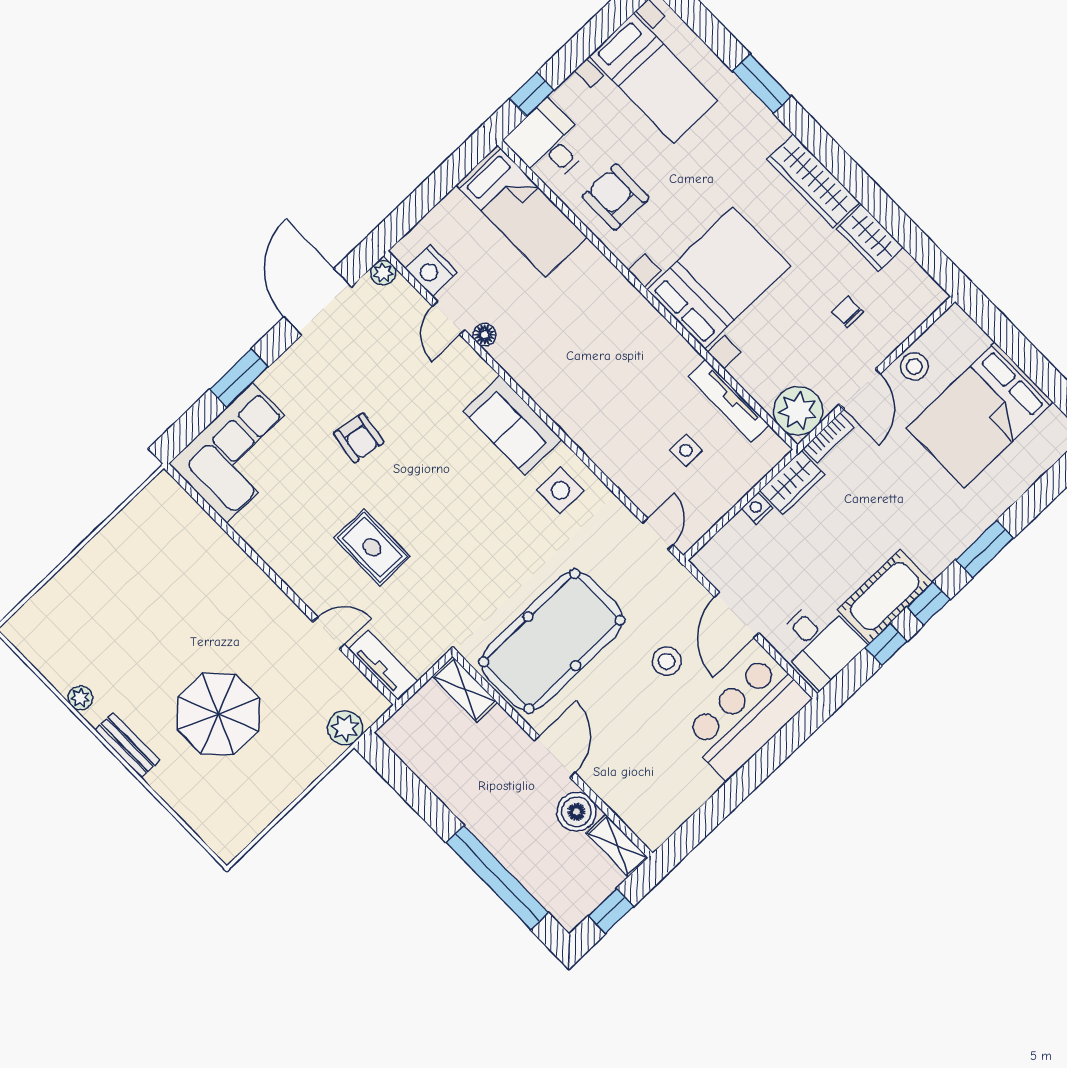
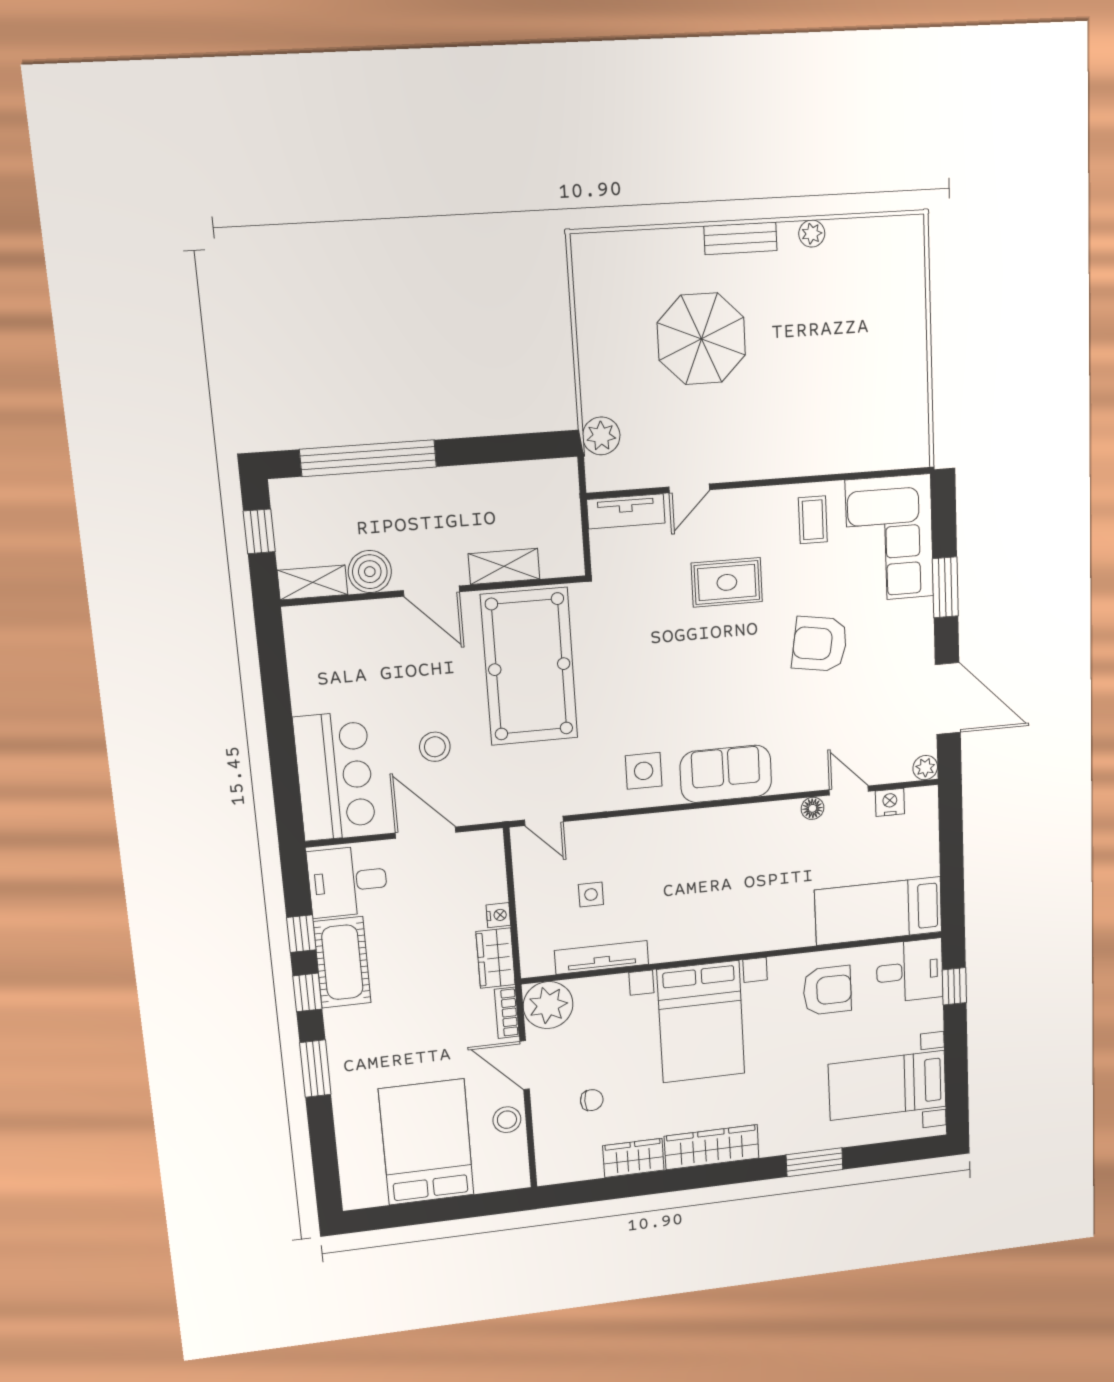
nightstand: (431, 270) -> (890, 802), width x0.74, depth x0.75
armchair: (359, 438) -> (820, 644), width x1.38, depth x1.38
coffee table: (275, 523) -> (813, 520), added
shelving: (465, 689) -> (504, 566), moved

